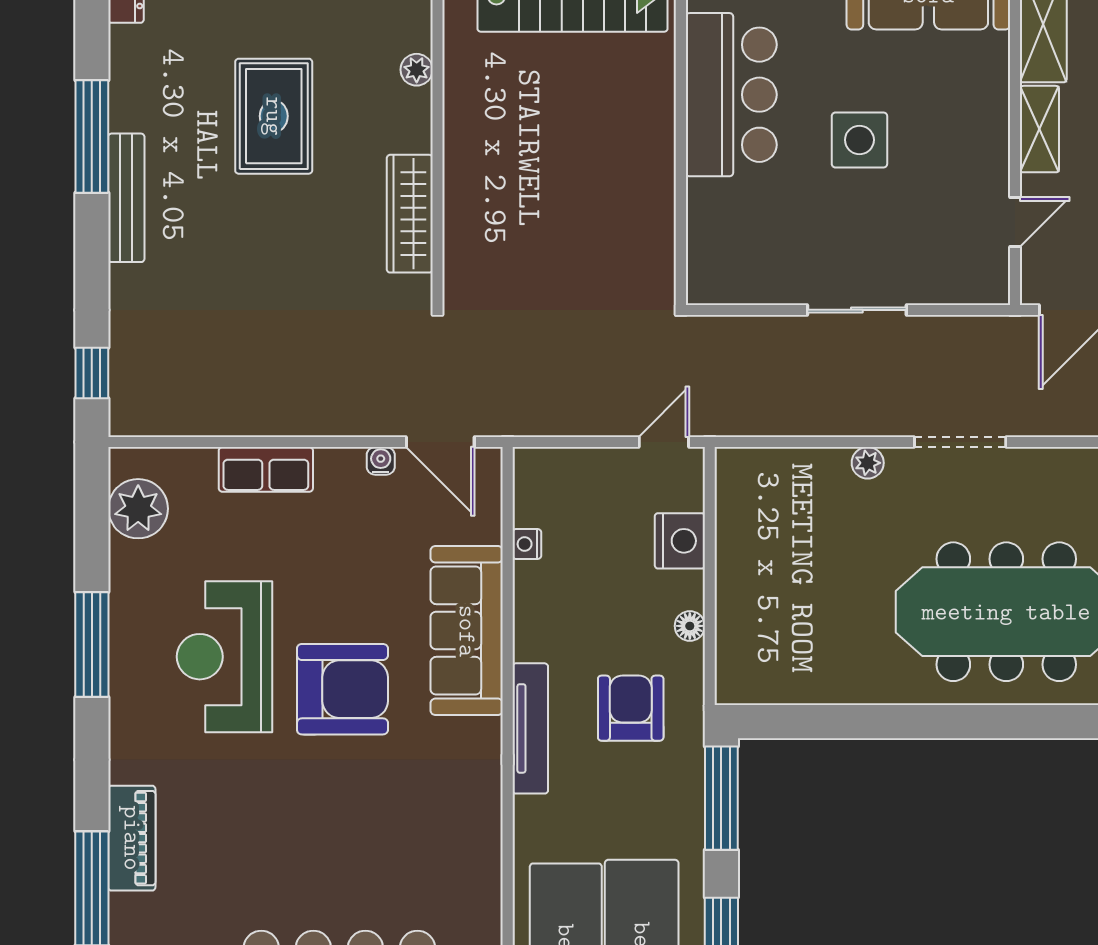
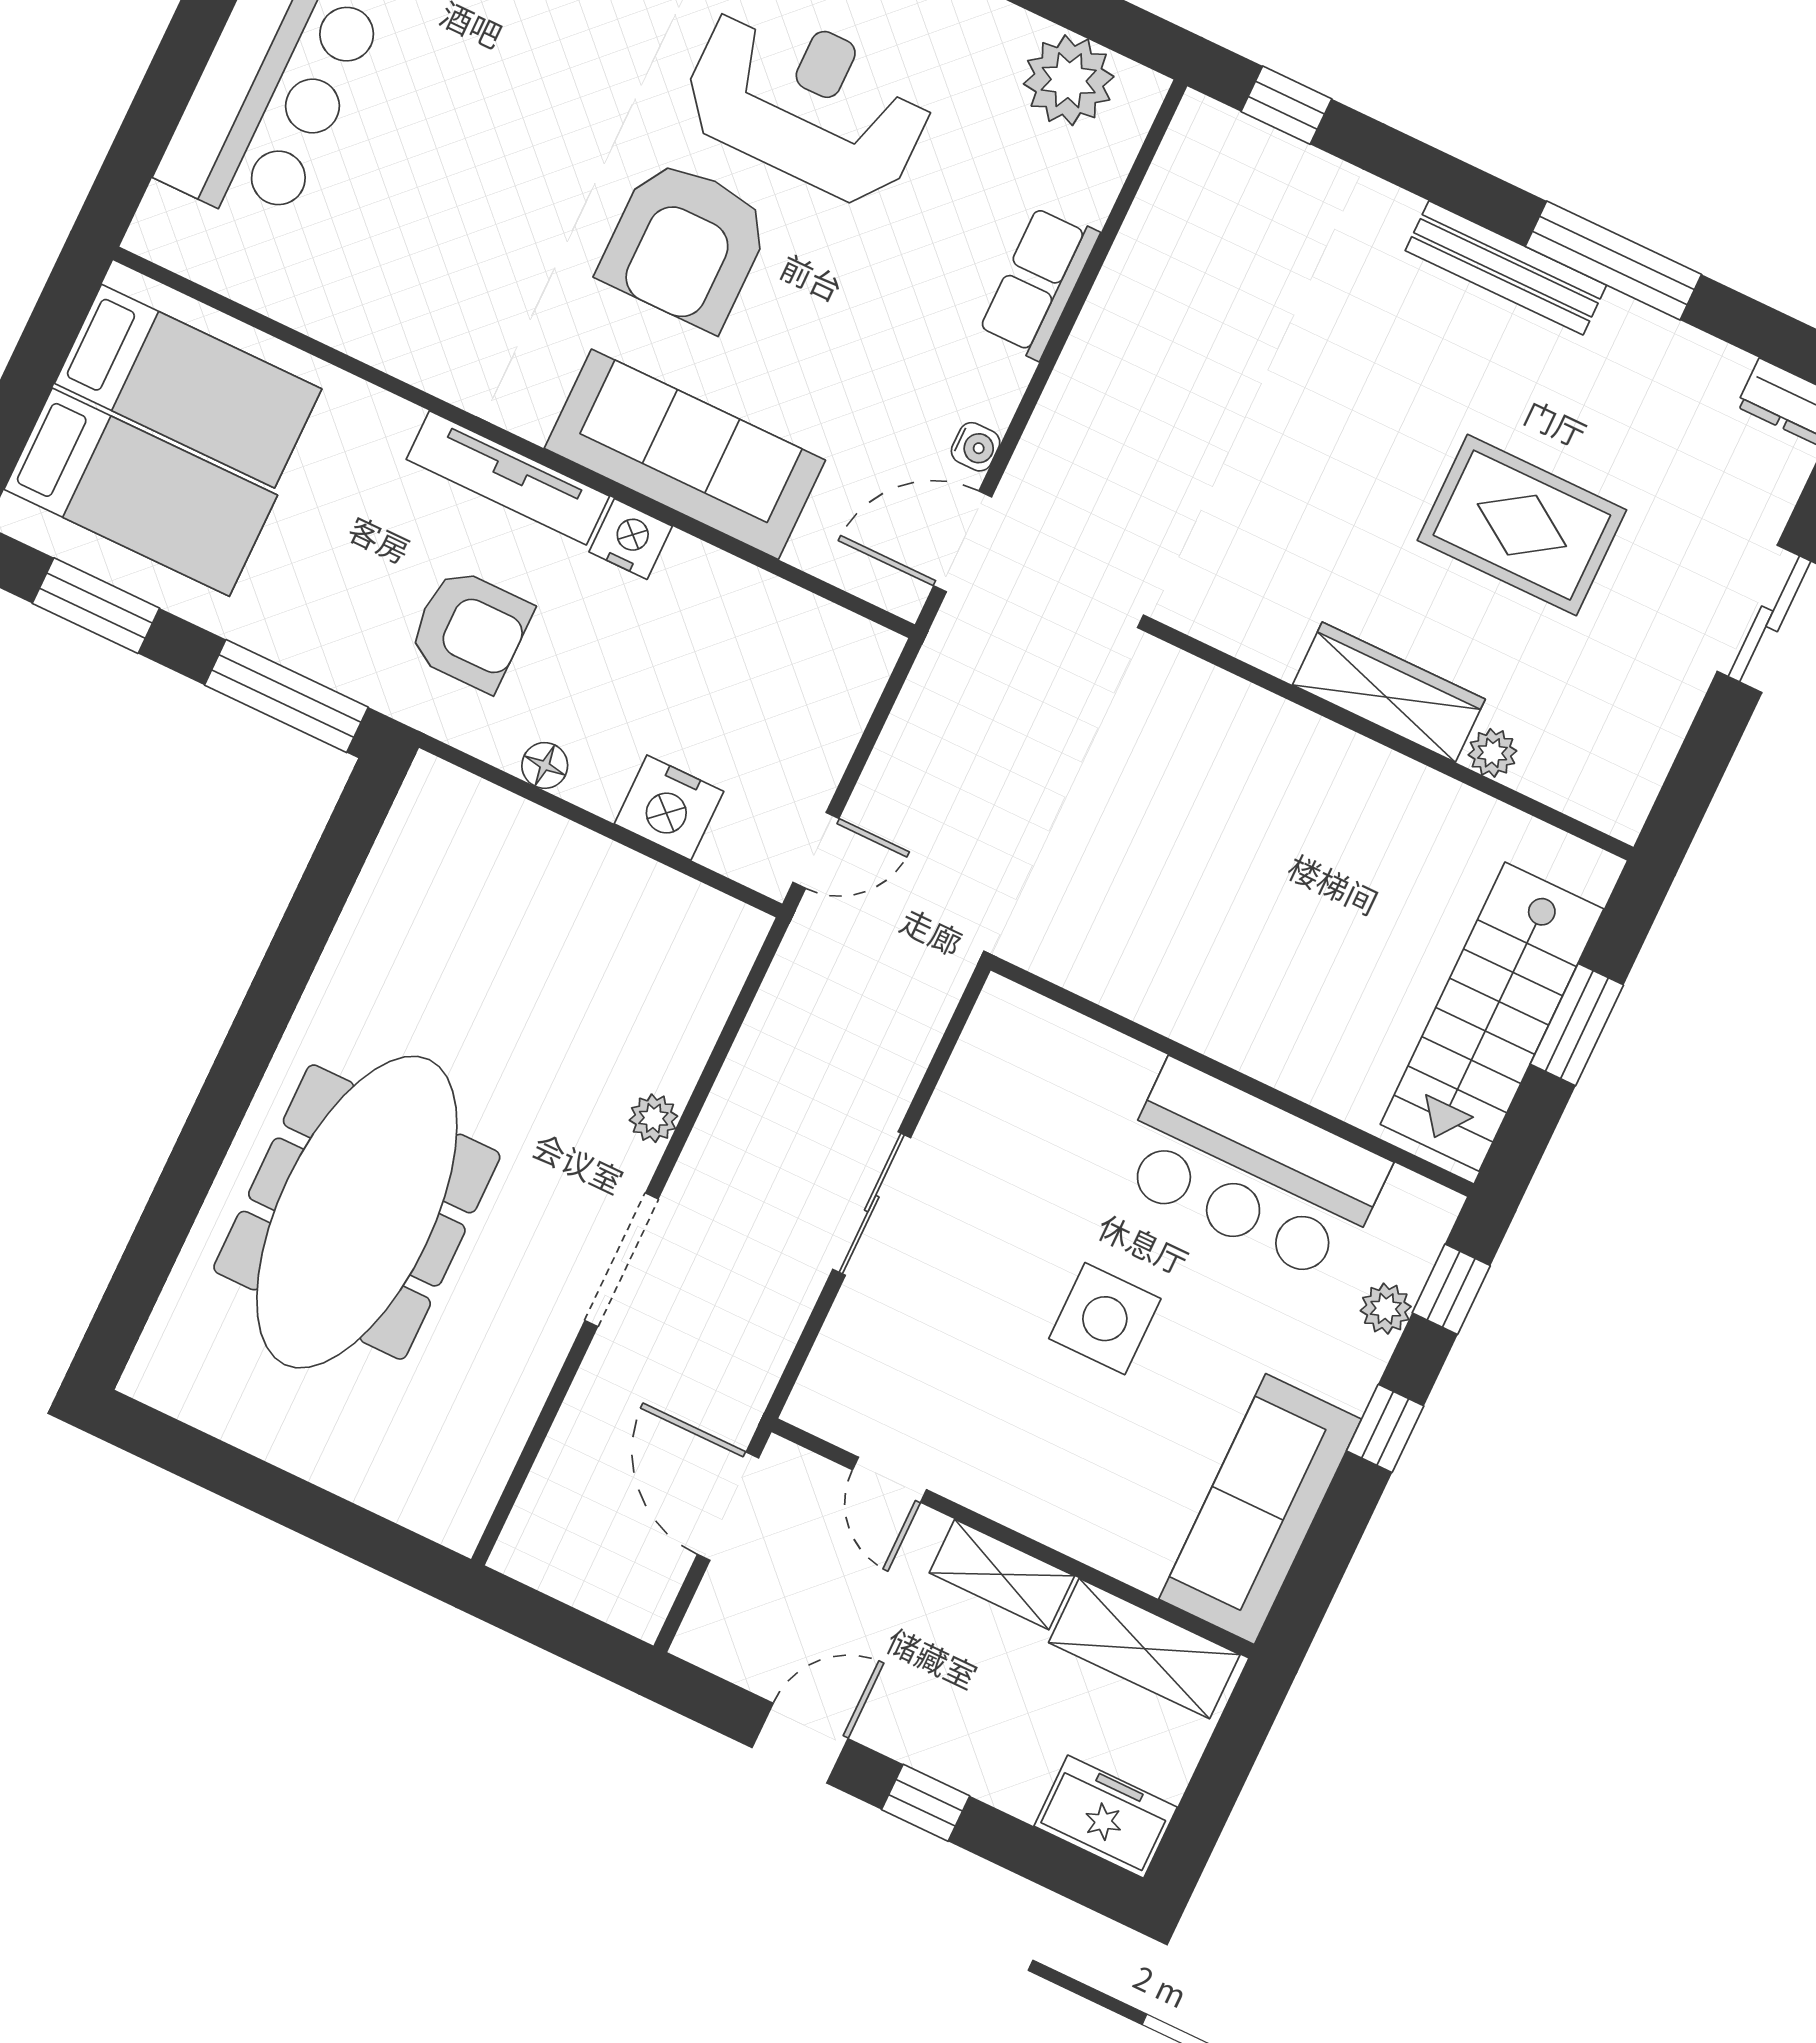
wardrobe: (410, 214) -> (1389, 692), moved
door: (664, 442) -> (816, 850), hinge flipped
nightstand: (527, 544) -> (631, 539), moved, width x1.39, depth x1.35

